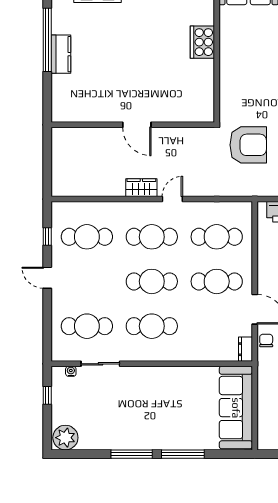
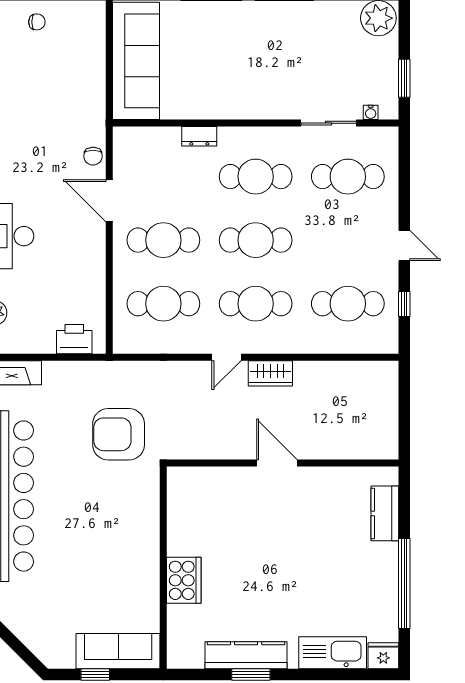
kitchen counter: (61, 54) -> (385, 513), moved
dresser: (245, 349) -> (199, 136), moved, turned 90
window: (47, 395) -> (404, 78), width x1.50

